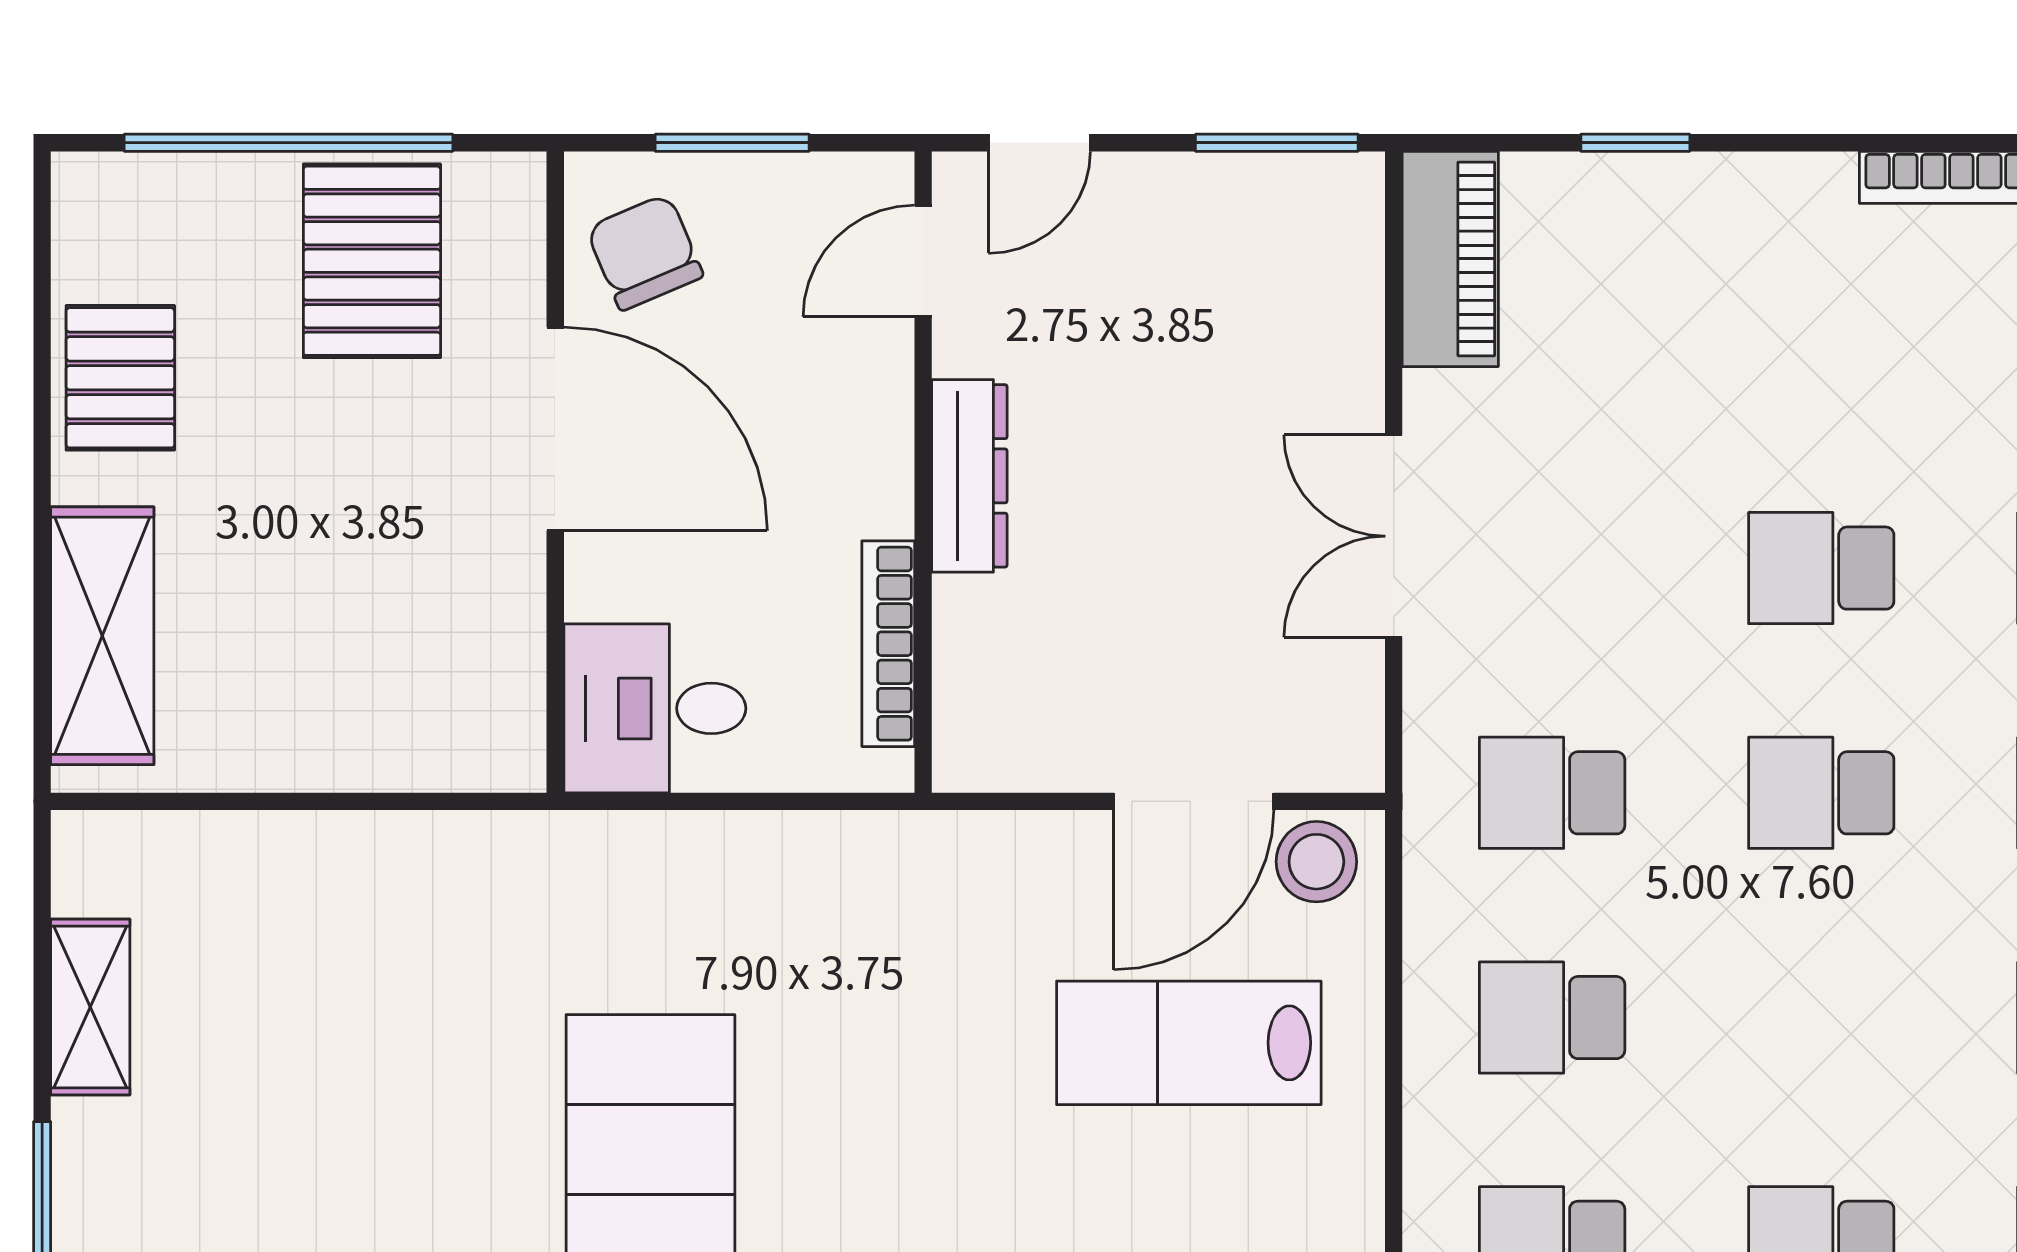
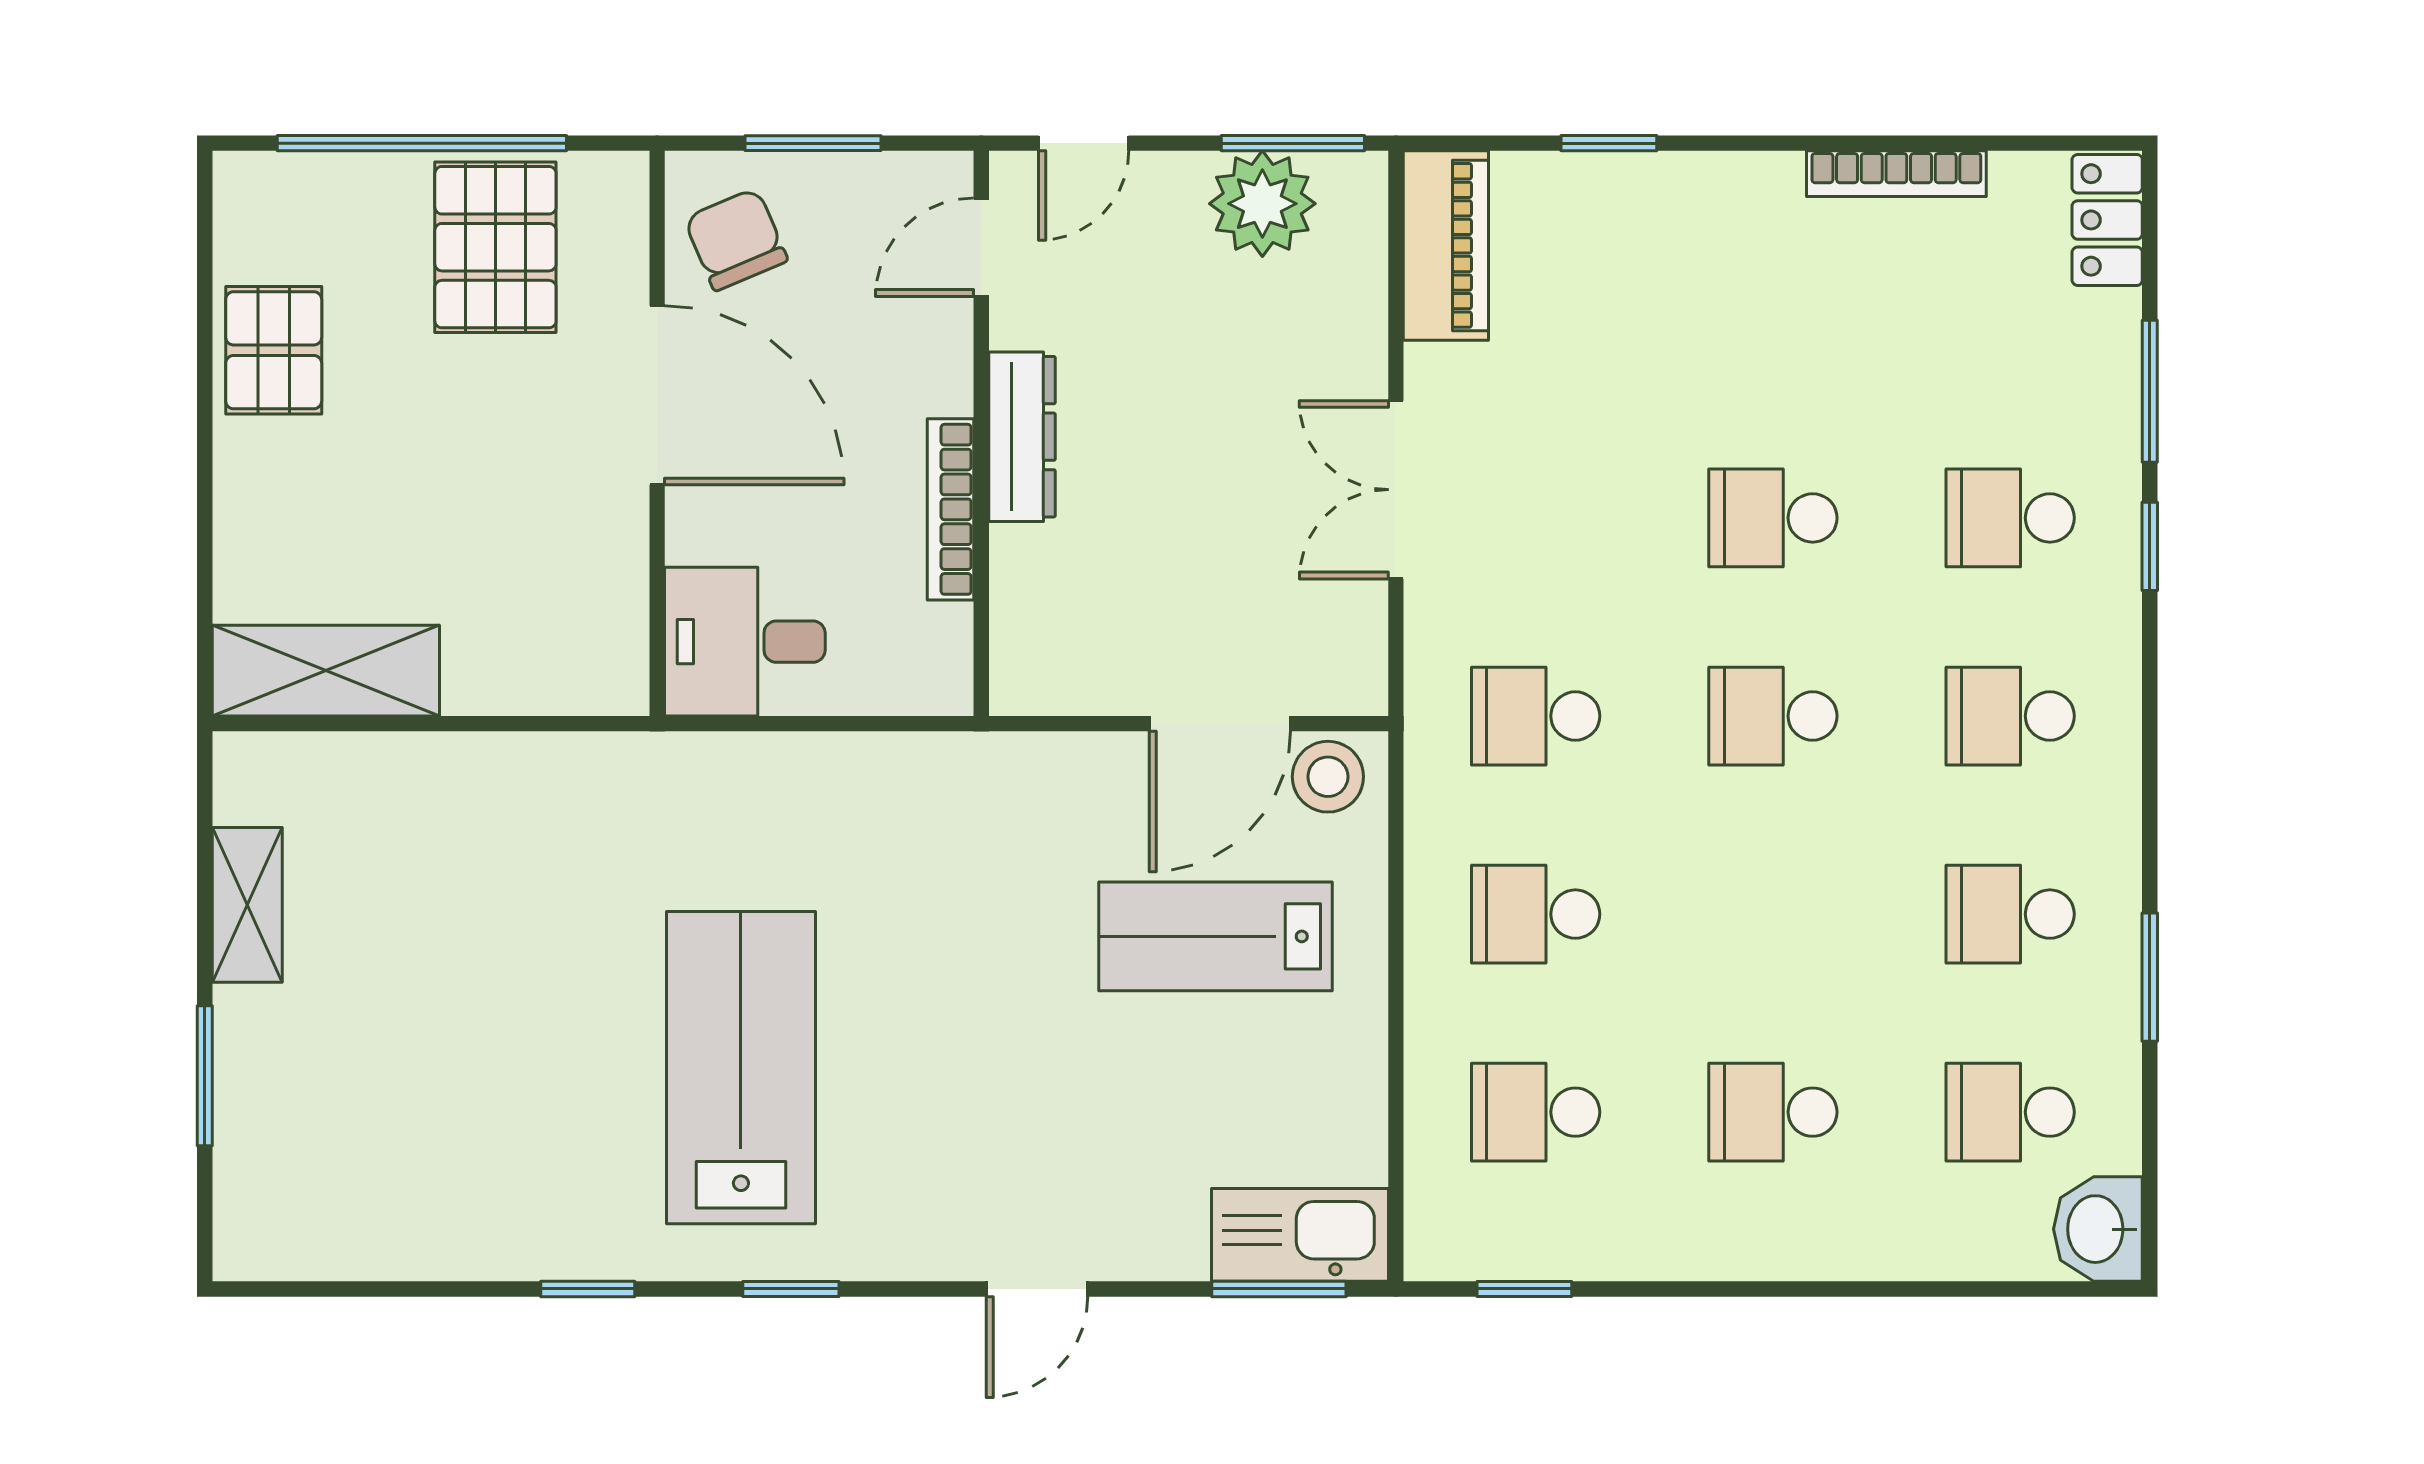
plant: (1242, 211) -> (1262, 204), added
shelving: (102, 636) -> (326, 671), moved, turned 90
bookcase: (888, 644) -> (950, 509), moved

